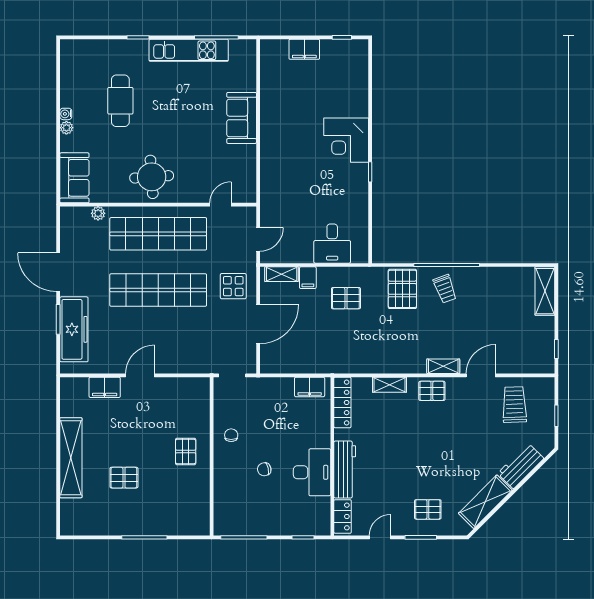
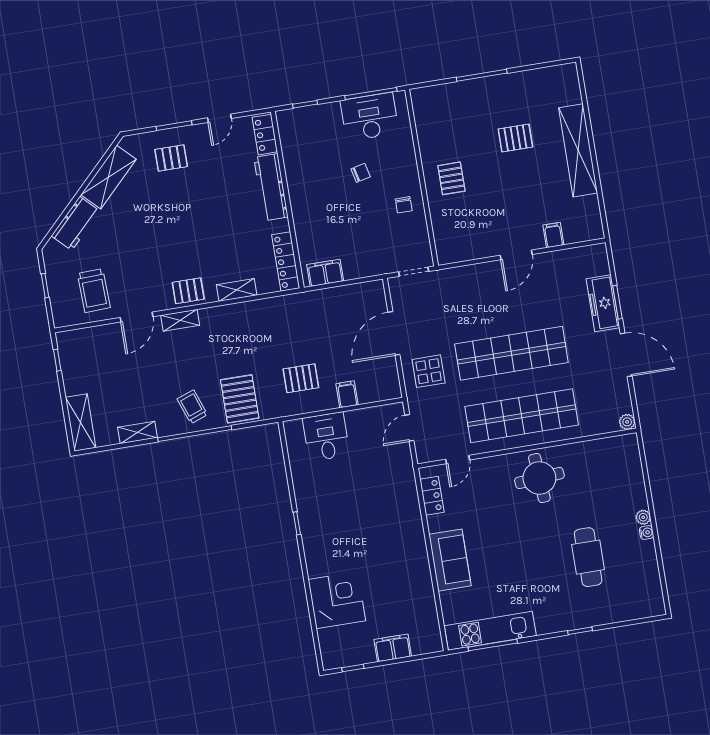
kitchen unit: (189, 50) -> (490, 631), moved
corner desk: (346, 140) -> (337, 600), moved
locker: (248, 177) -> (432, 496), added
sofa: (74, 178) -> (625, 463), removed
plant: (98, 213) -> (627, 422), moved
shelving: (282, 274) -> (138, 433), moved
freezer: (74, 329) -> (603, 303), width x0.73, depth x0.79
filing cabinet: (105, 387) -> (553, 235), width x0.50
desk: (312, 472) -> (370, 117), moved, turned 90

